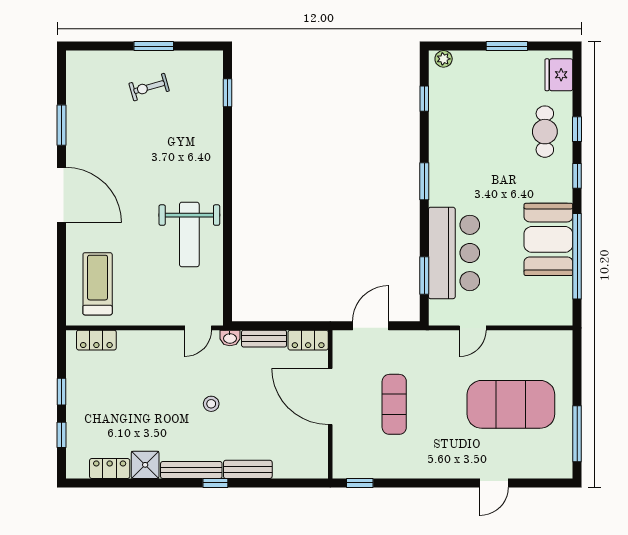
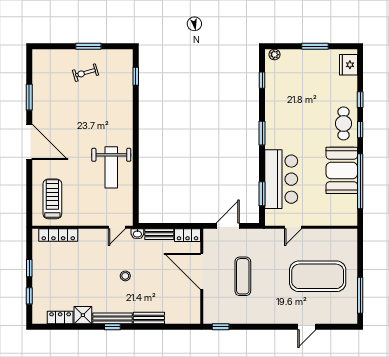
cafe table: (545, 132) -> (344, 123), moved
locker: (96, 340) -> (58, 235), width x1.53
window: (215, 483) -> (112, 327), moved

